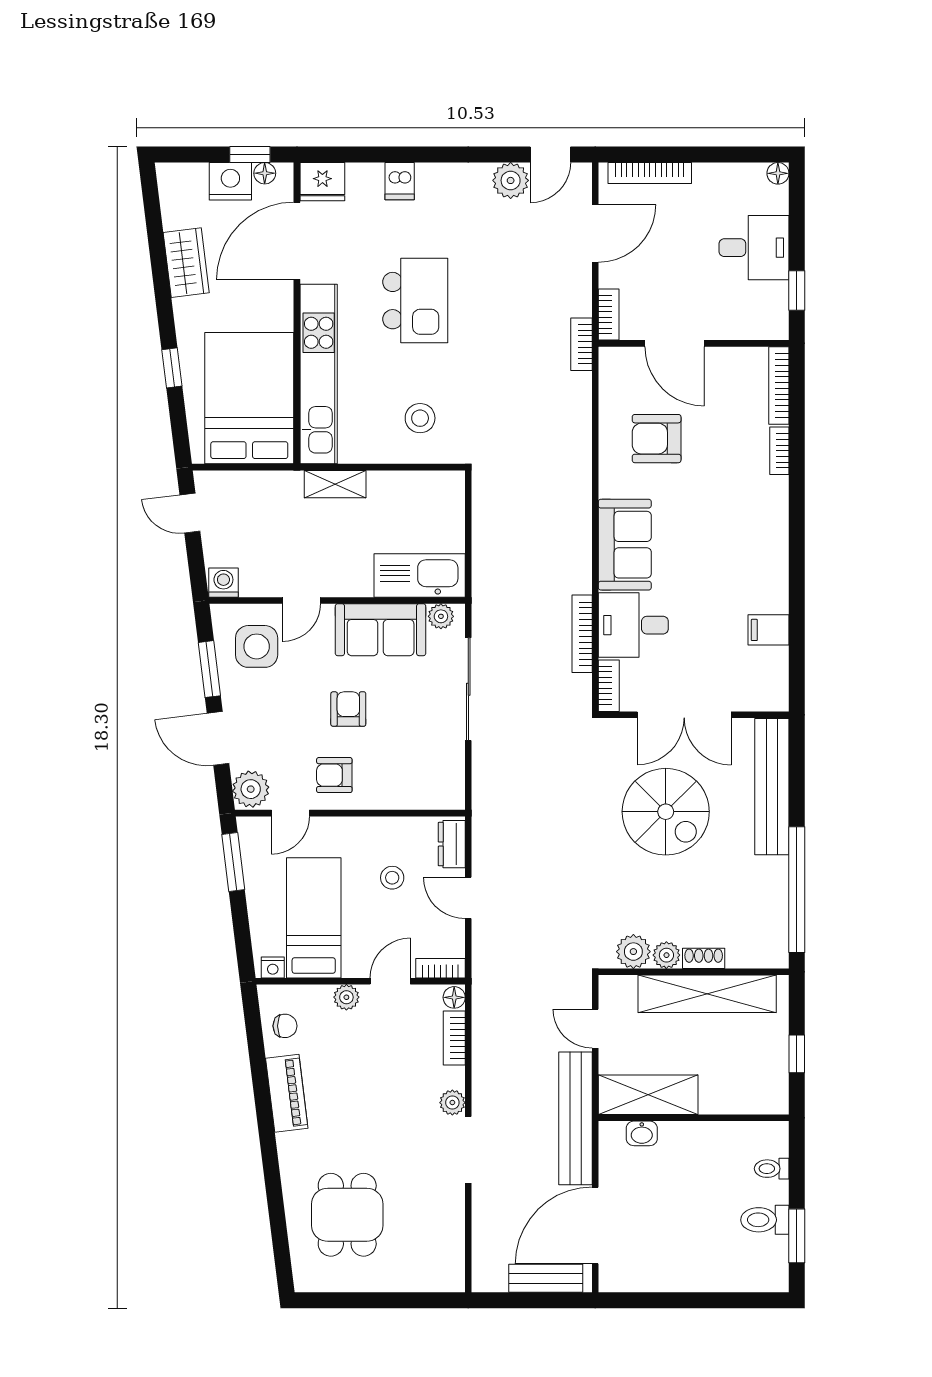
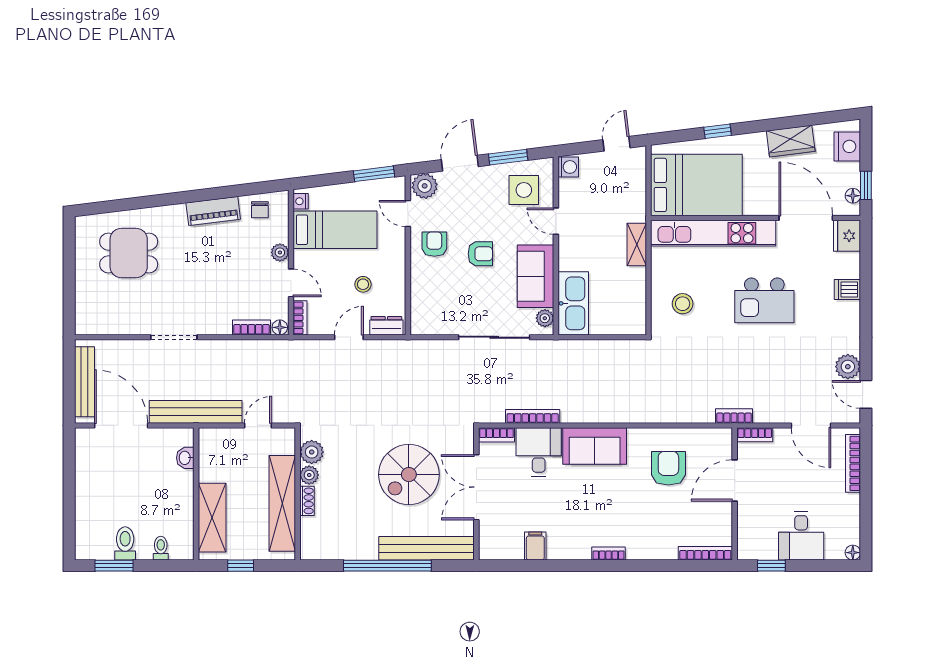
nightstand: (230, 181) -> (847, 146), moved
bookcase: (779, 451) -> (609, 553), moved
window: (797, 890) -> (387, 566), moved
shelving: (648, 1095) -> (212, 518), moved
plant: (452, 1103) -> (207, 326), removed
bench: (546, 1278) -> (84, 382), width x1.36

